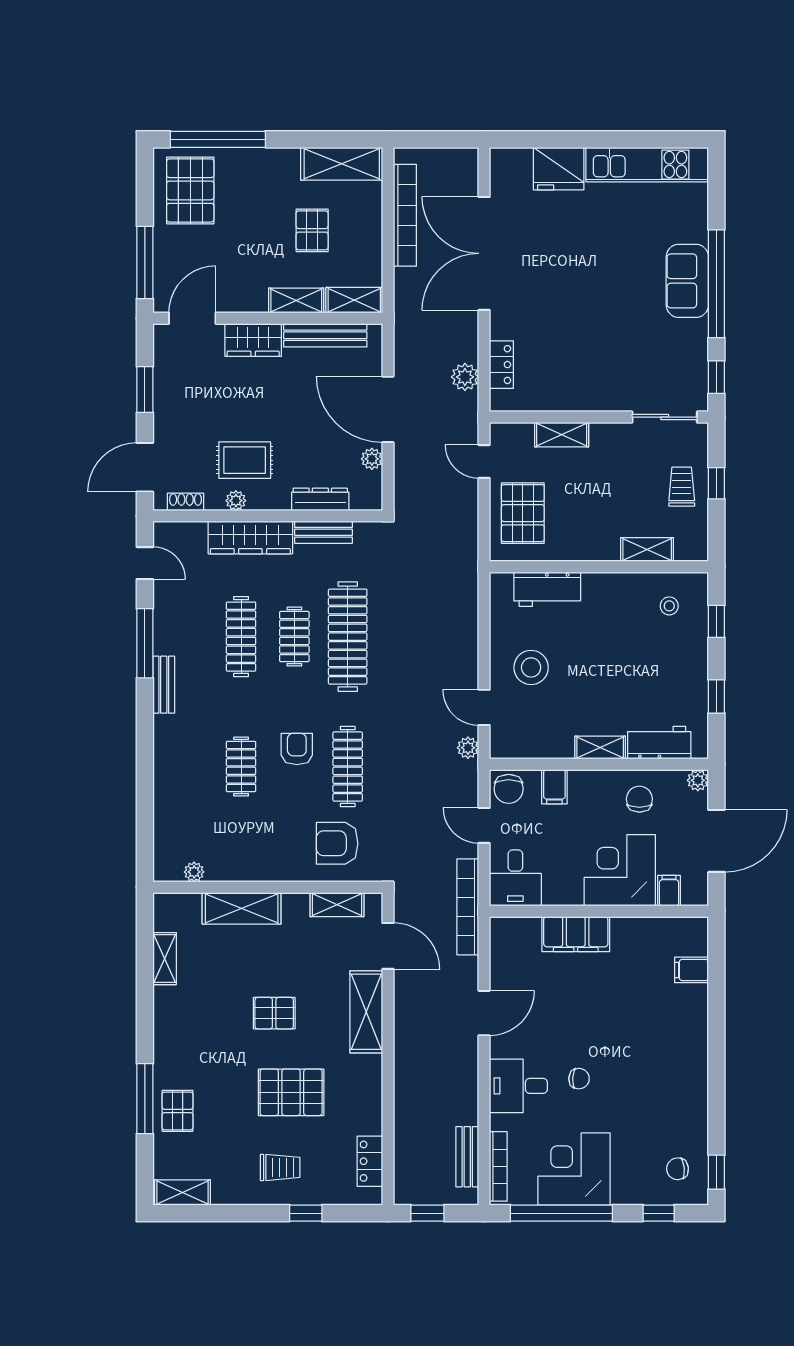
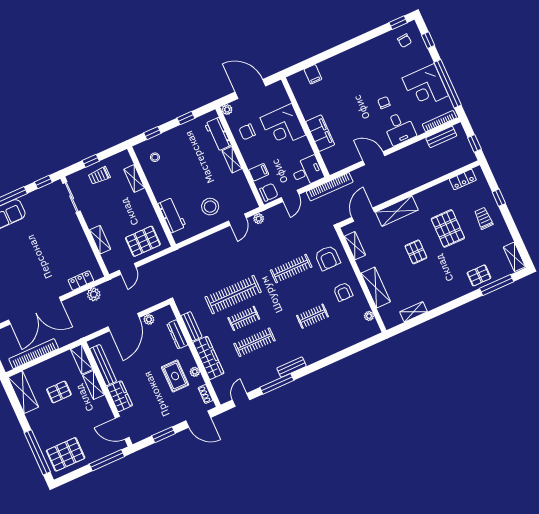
armchair: (297, 749) -> (343, 292), moved, turned -90
filing cabinet: (669, 891) -> (282, 100), removed
window: (145, 1099) -> (497, 285), moved

